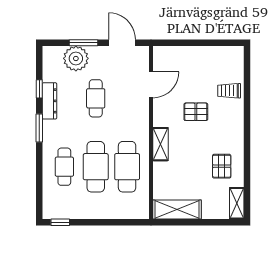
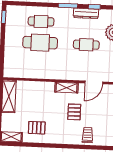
door: (151, 85) -> (94, 82), hinge flipped
shelving: (160, 144) -> (66, 88), moved
cafe table: (127, 167) -> (39, 64), removed

